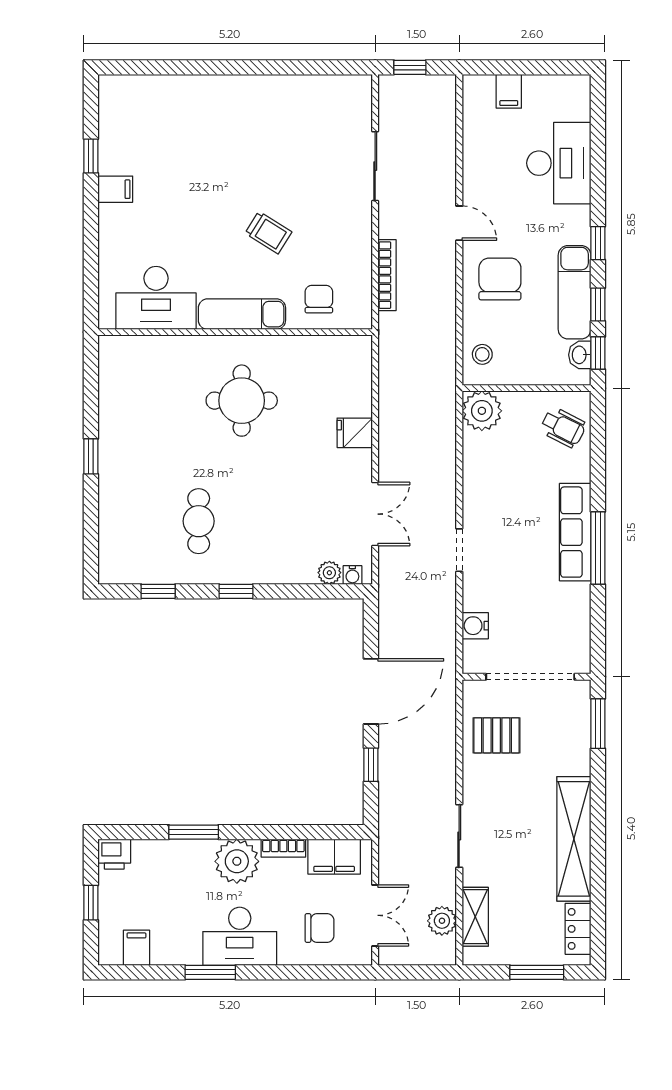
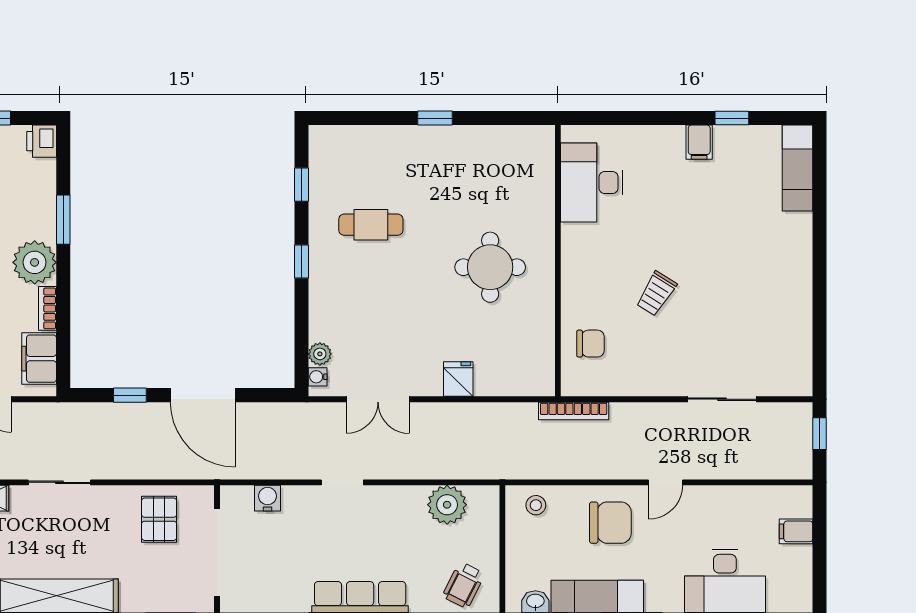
bookcase: (387, 275) -> (574, 411), moved
exam couch: (242, 314) -> (798, 168), moved, turned 180
plant: (482, 411) -> (447, 505), moved

